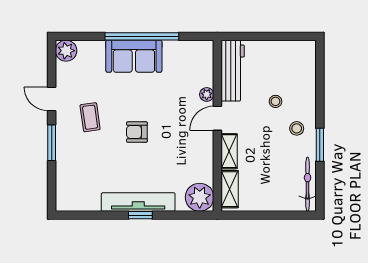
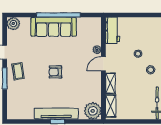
sofa: (134, 56) -> (54, 27), width x1.36
workbench: (233, 71) -> (112, 30), width x0.73
coffee table: (90, 117) -> (18, 71), moved

